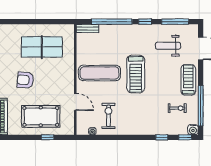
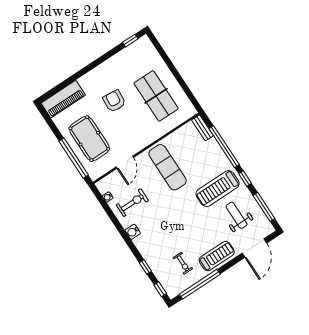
treadmill: (136, 74) -> (218, 189), moved
water cooler: (193, 130) -> (133, 232), moved
window: (48, 137) -> (74, 158), width x3.17

